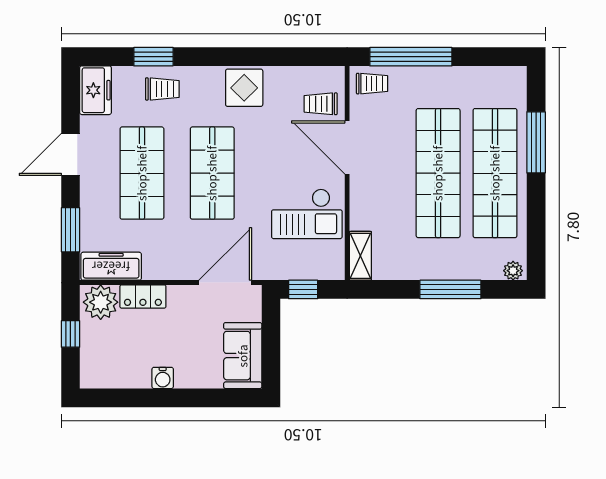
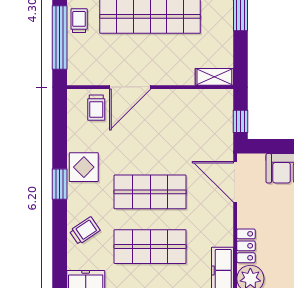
window: (153, 57) -> (60, 184), moved
trolley: (372, 84) -> (79, 21), moved
trolley: (162, 89) -> (85, 231), turned 56
checkout: (307, 214) -> (182, 118), removed

